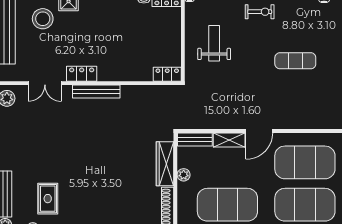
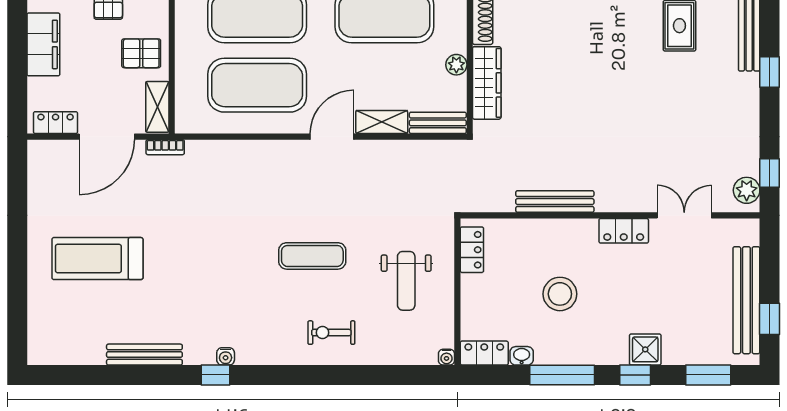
stool: (43, 19) -> (560, 294), moved
exercise mat: (295, 61) -> (312, 256), moved
locker: (167, 74) -> (472, 250), moved, turned -90
bench: (96, 91) -> (555, 202), moved

